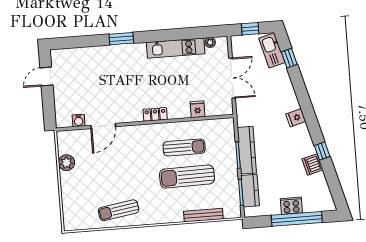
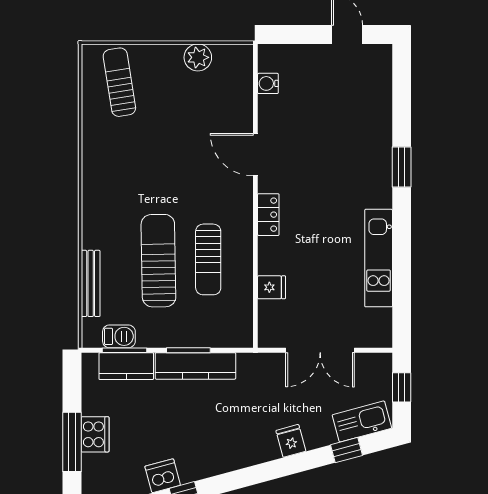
plant: (210, 42) -> (384, 318), removed
fridge: (296, 118) -> (291, 441), moved
door: (103, 126) -> (255, 155), moved
barbecue: (233, 196) -> (119, 336), added
sun lounger: (119, 210) -> (119, 82), moved
window: (297, 219) -> (72, 442), width x0.68

